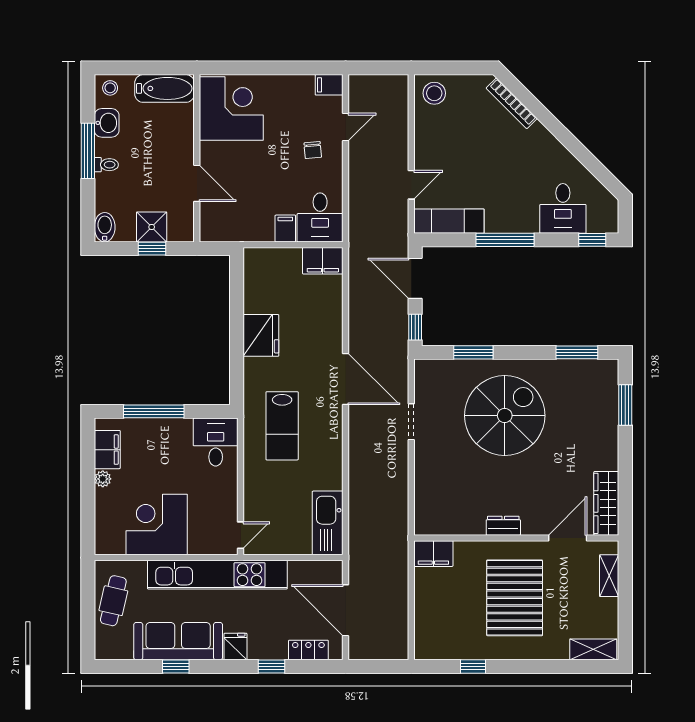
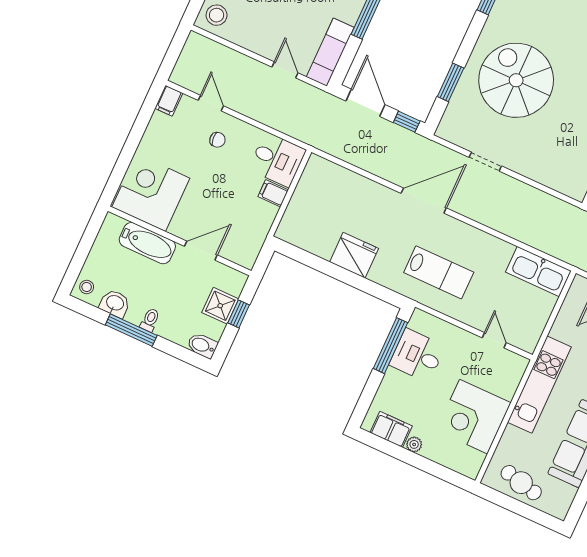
bathtub: (165, 88) -> (147, 243), moved, turned 90
filing cabinet: (323, 261) -> (315, 174), removed
door: (415, 278) -> (366, 103), swing flipped
window: (154, 411) -> (390, 346), moved
desk: (216, 442) -> (417, 355), moved
door: (241, 535) -> (494, 340), moved
kitchen unit: (217, 575) -> (539, 385), width x0.73

